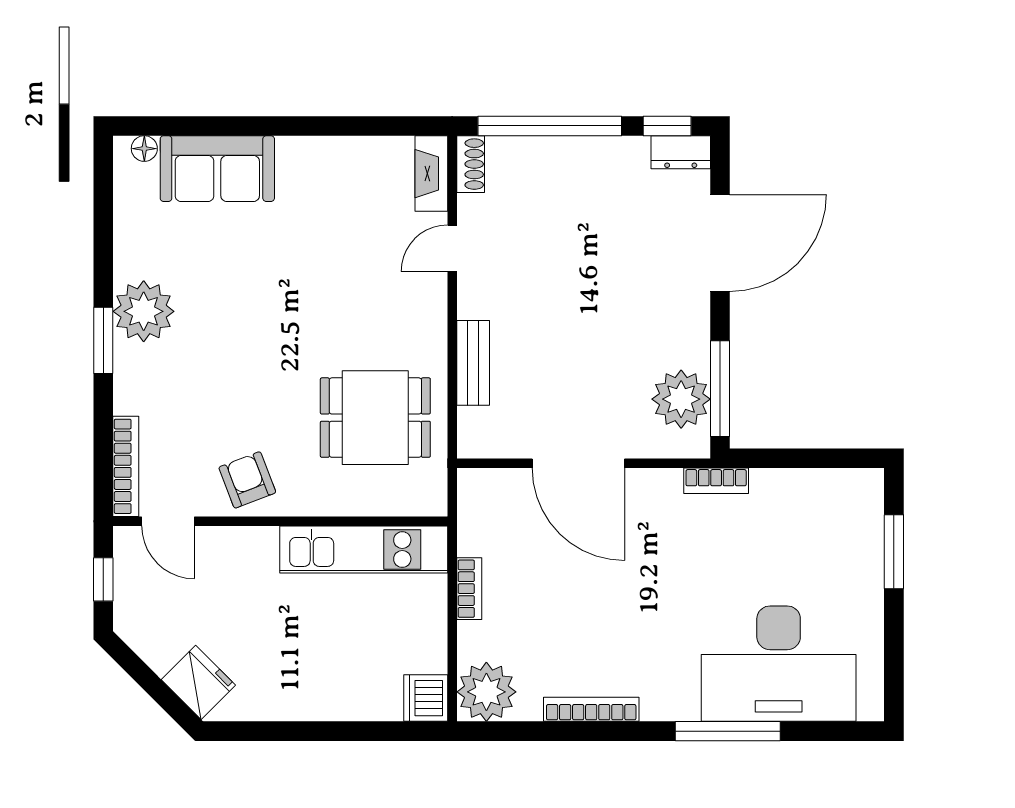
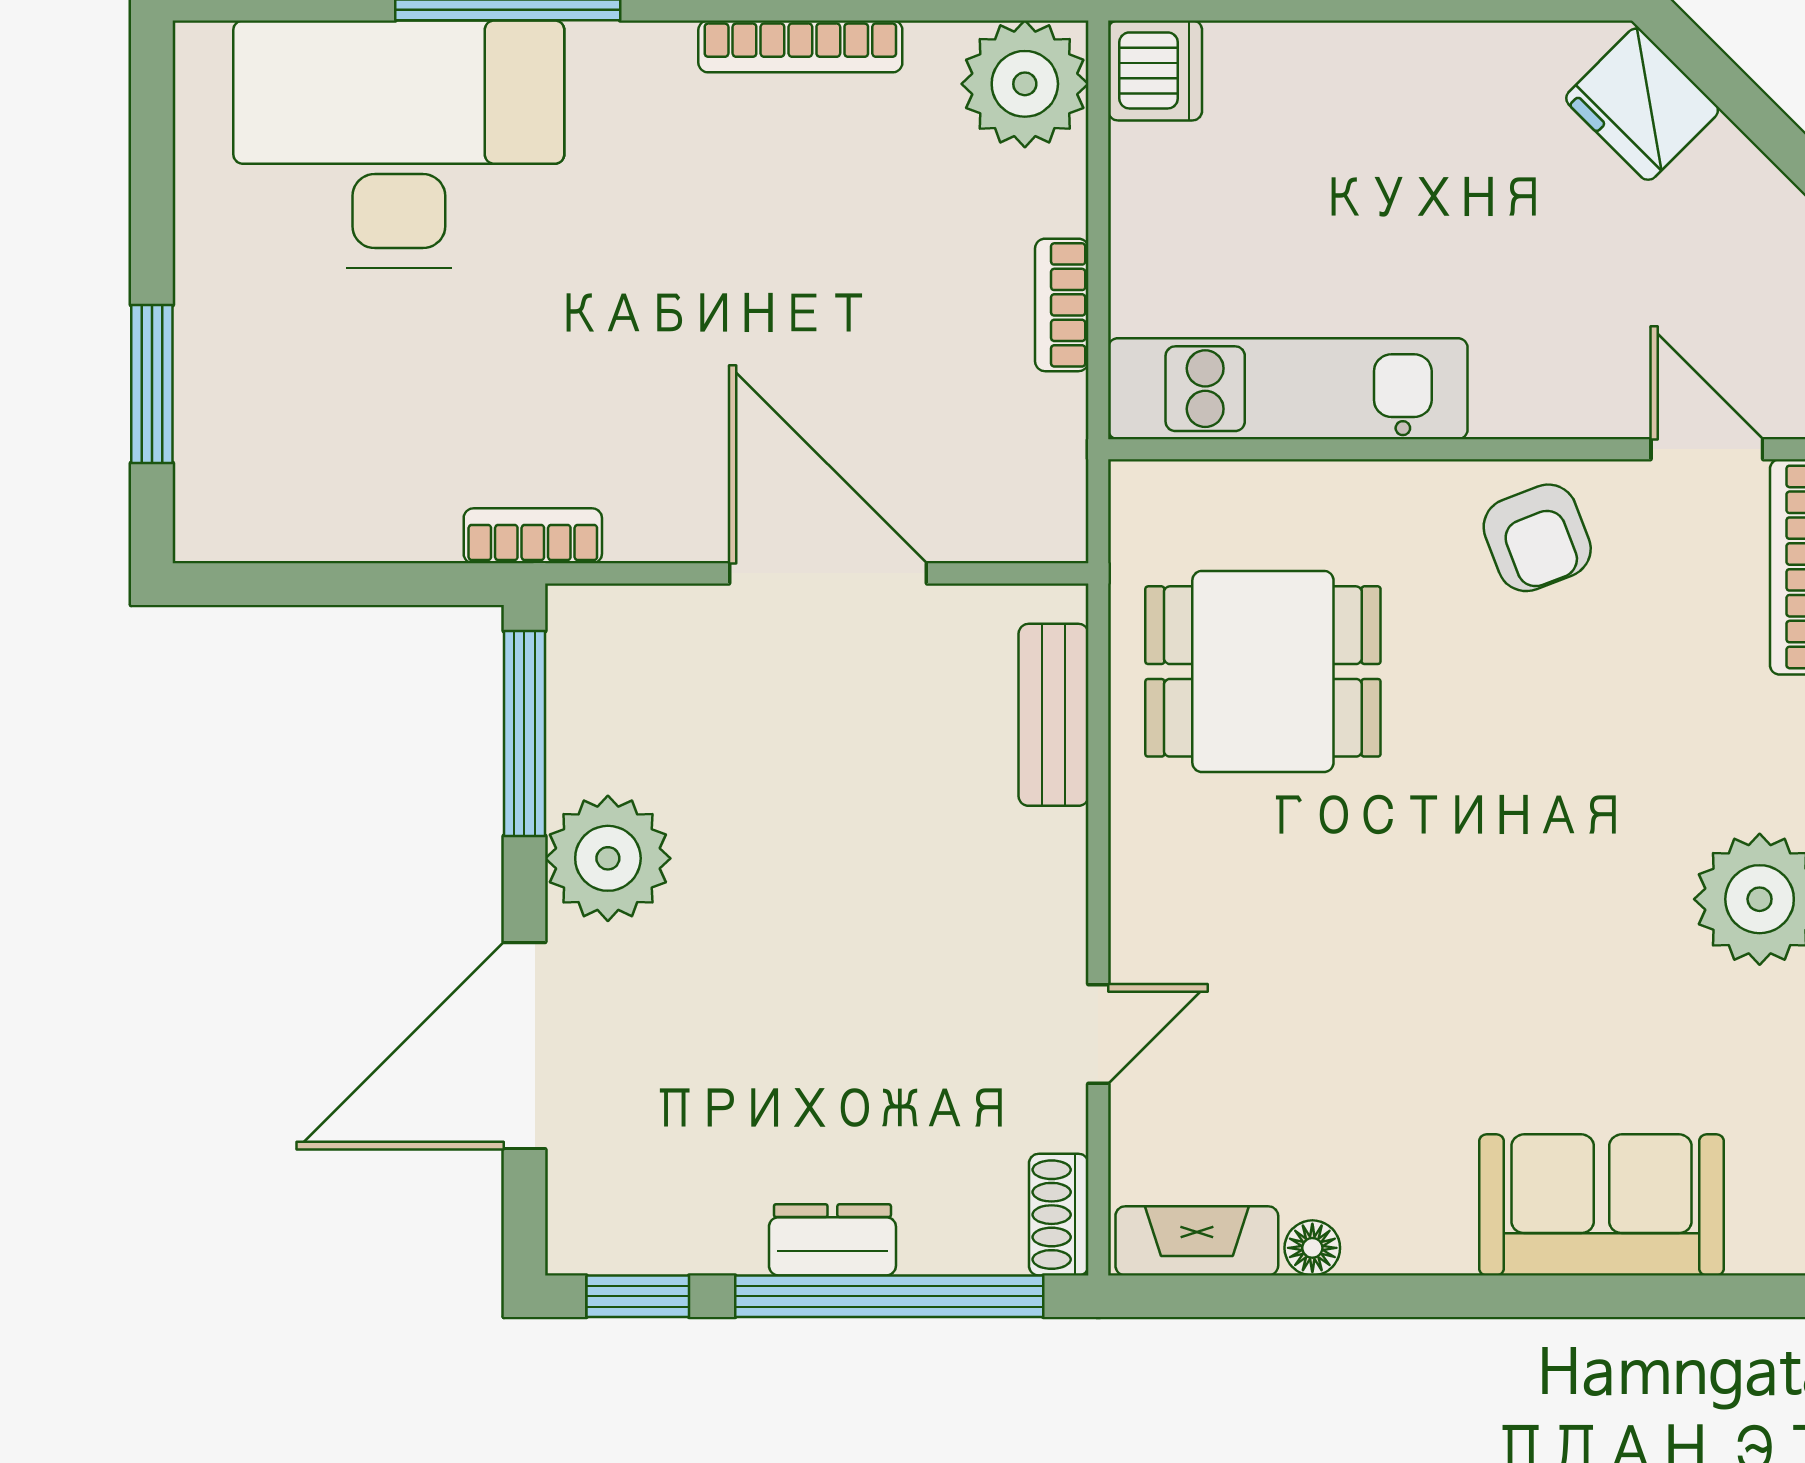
floor lamp: (144, 149) -> (1312, 1248), moved
dresser: (681, 152) -> (832, 1240), moved
fireplace: (431, 174) -> (1197, 1241), moved, turned -90
bench: (473, 363) -> (1054, 715), moved
plant: (681, 399) -> (608, 858), moved

